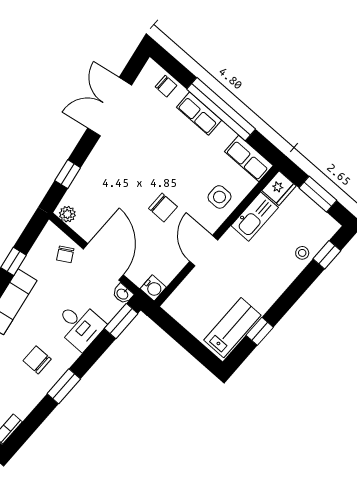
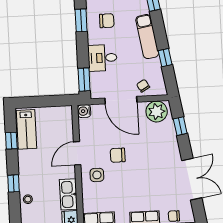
side table: (219, 197) -> (97, 175), moved
plant: (67, 214) -> (157, 112), width x1.87, depth x1.87
door: (204, 251) -> (77, 153), swing flipped
window: (327, 255) -> (14, 183), moved
washbasin: (123, 294) -> (96, 94), removed

